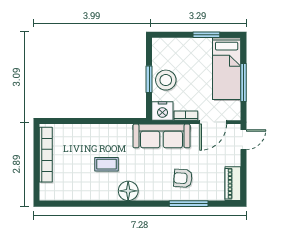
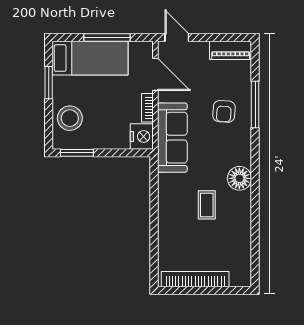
window: (149, 79) -> (77, 153), moved
stool: (166, 80) -> (70, 118), moved

